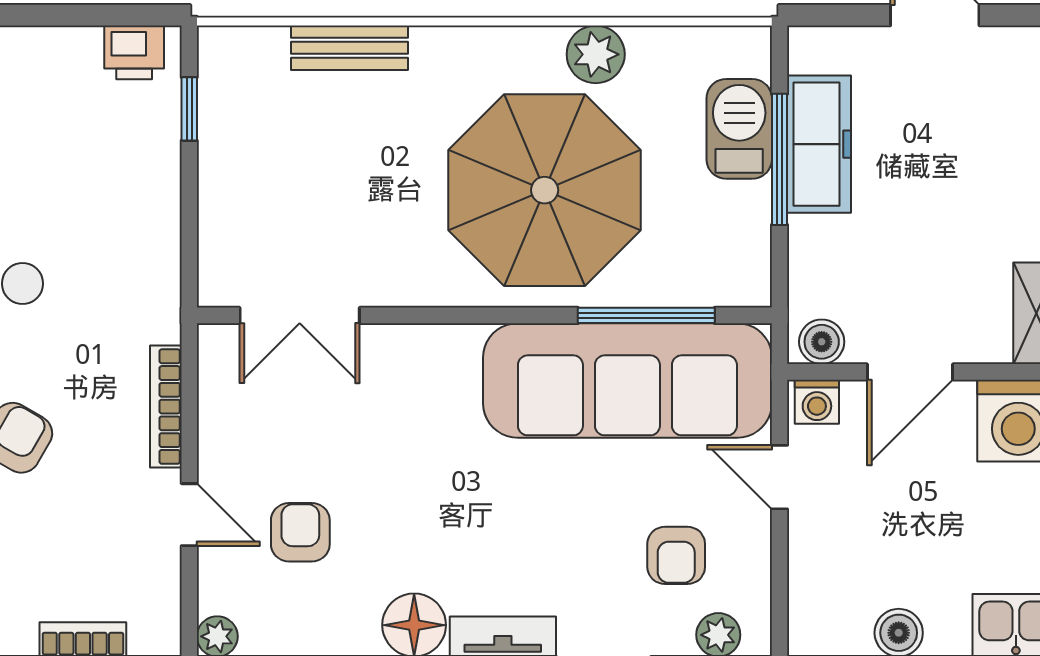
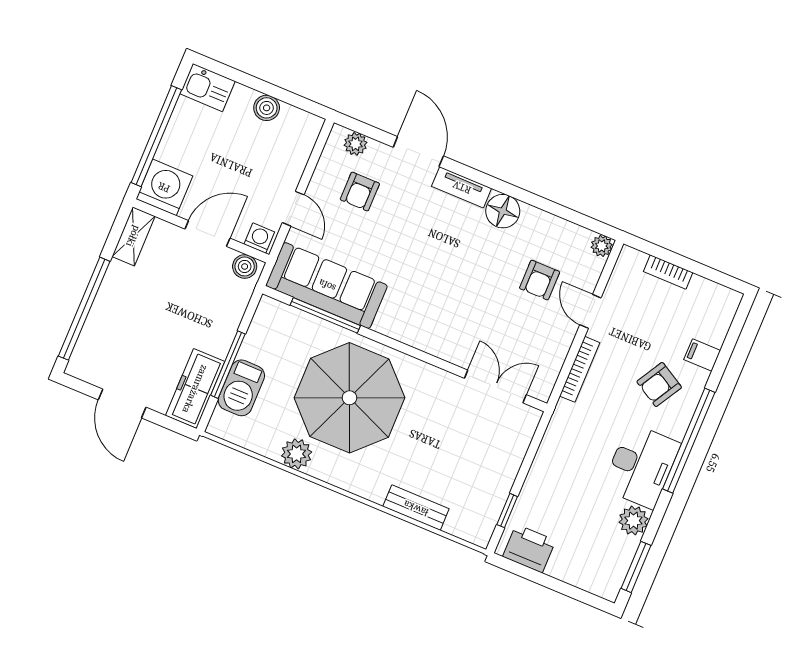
printer: (134, 52) -> (529, 549), width x1.36, depth x1.24
freezer: (819, 144) -> (195, 389), moved
sofa: (627, 380) -> (327, 285), width x0.74, depth x0.79
armchair: (676, 555) -> (360, 192), turned 180

